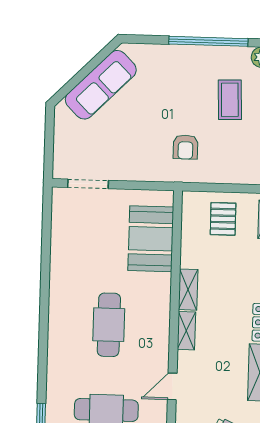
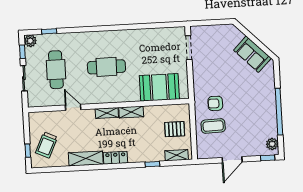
sofa: (101, 85) -> (252, 54), width x0.73
coffee table: (230, 100) -> (213, 126), moved

